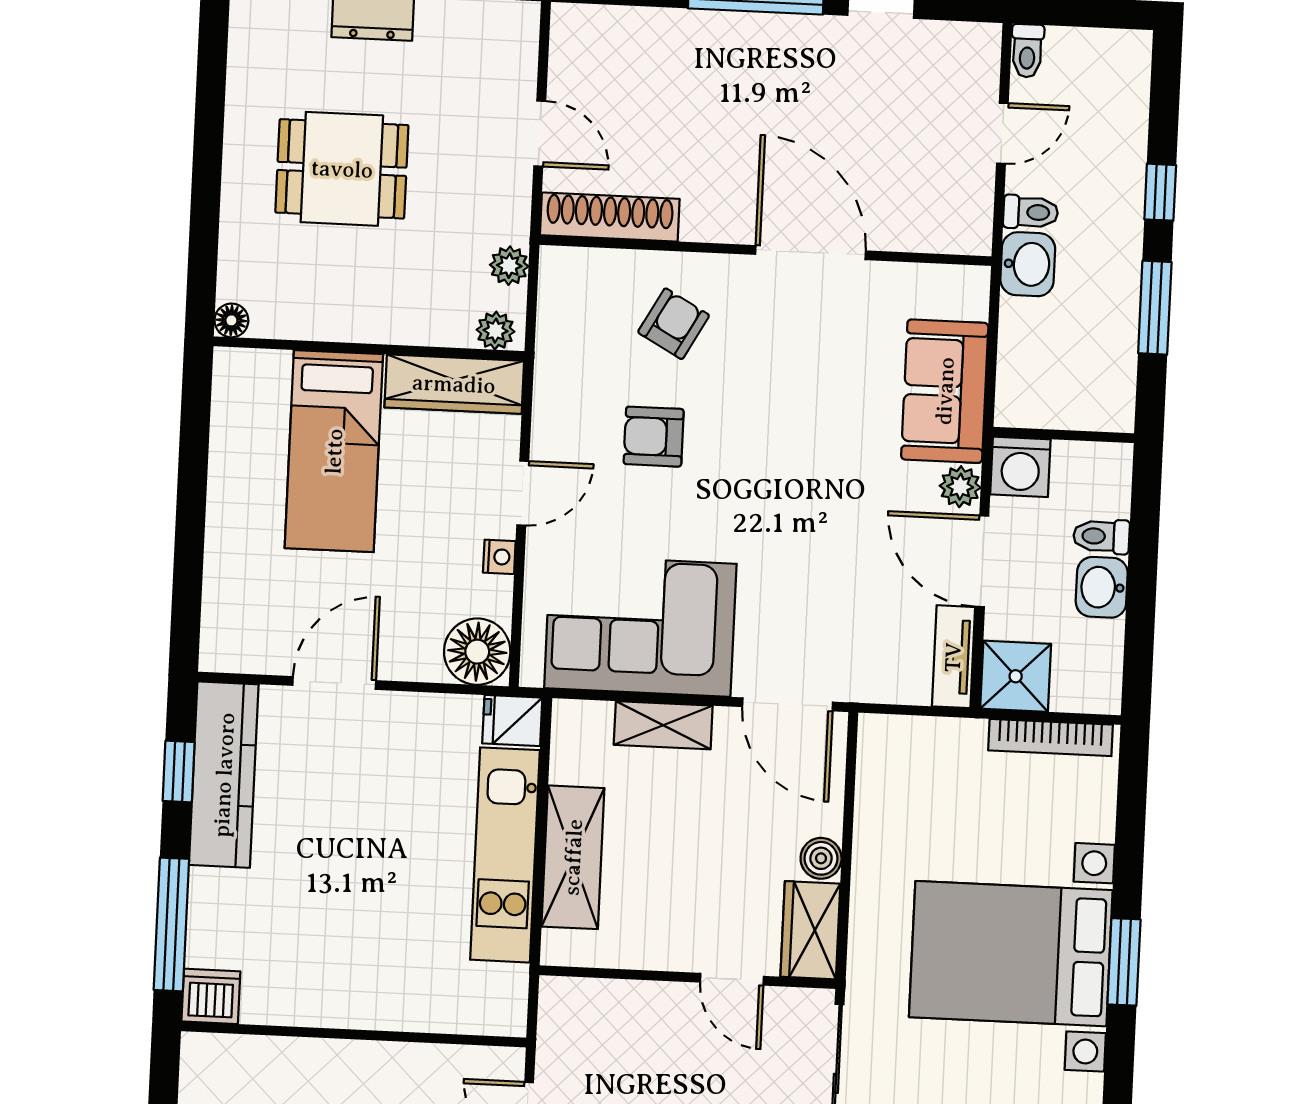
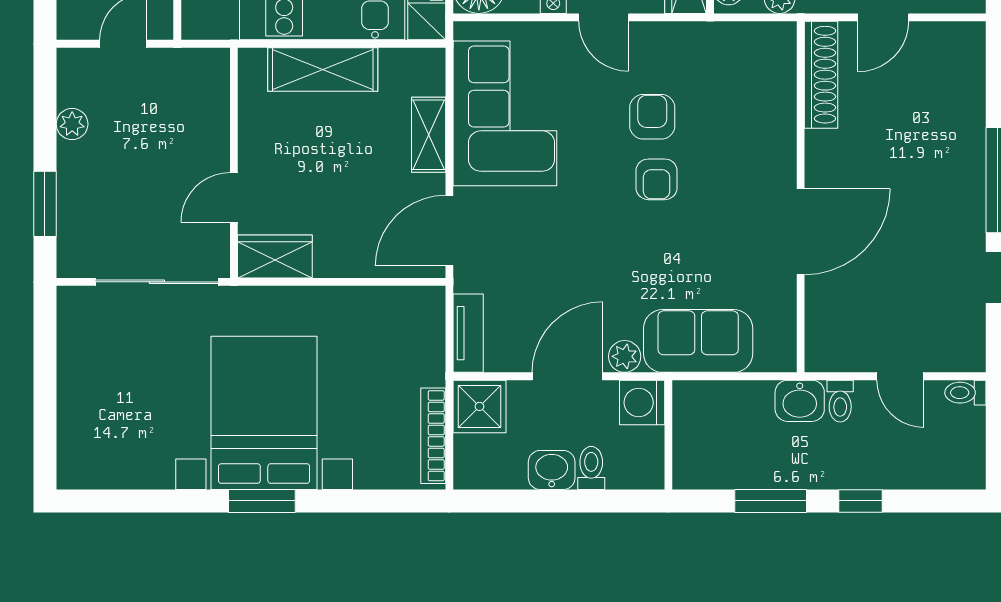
armchair: (674, 324) -> (657, 179), moved, turned 61
tv unit: (953, 657) -> (468, 333), moved, turned 90
boiler: (821, 858) -> (331, 262), removed

